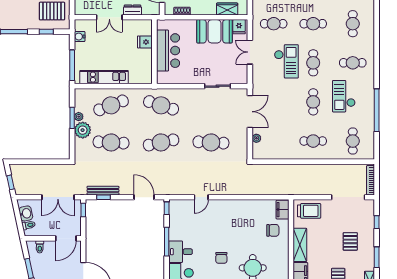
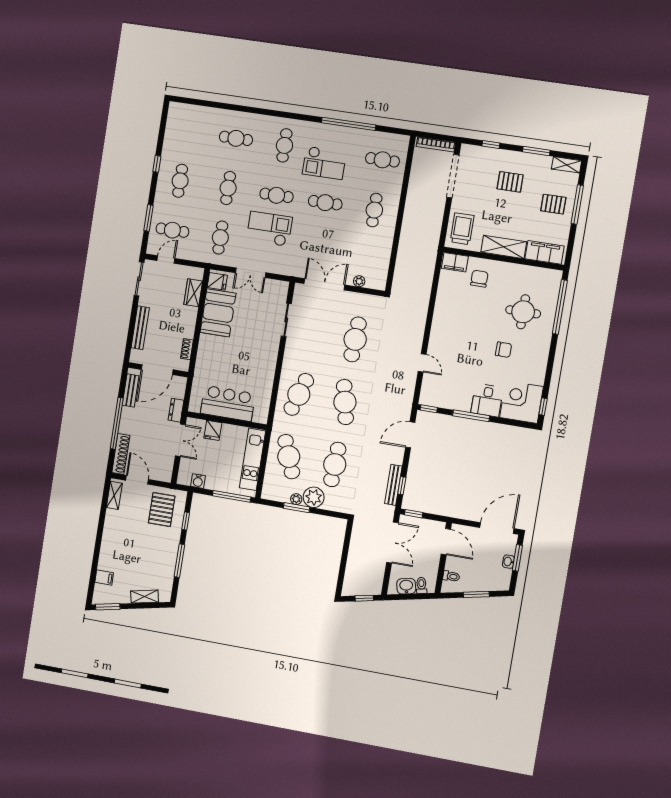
fridge: (145, 42) -> (213, 430), moved
bar counter: (168, 51) -> (228, 403), moved
wall: (154, 52) -> (227, 421), moved

